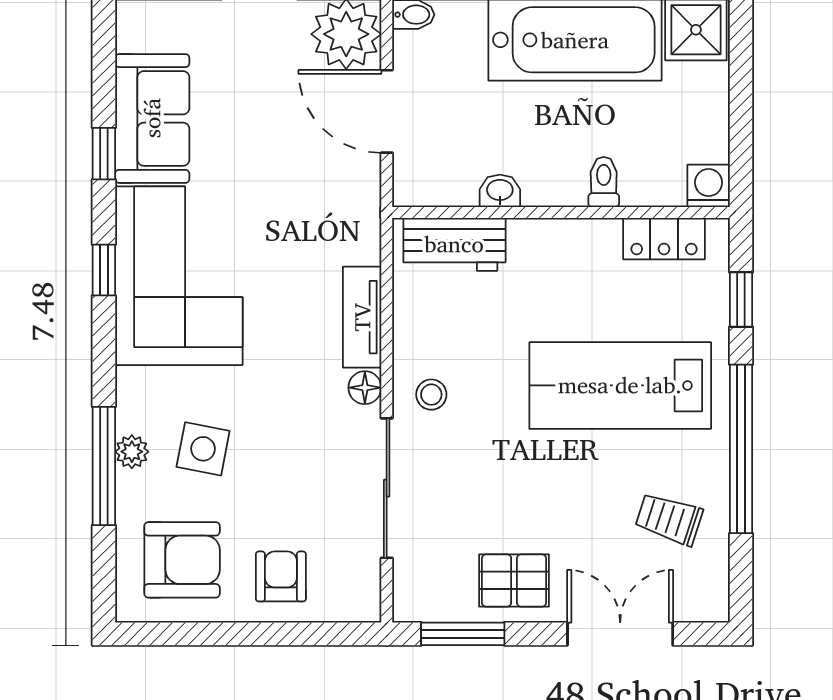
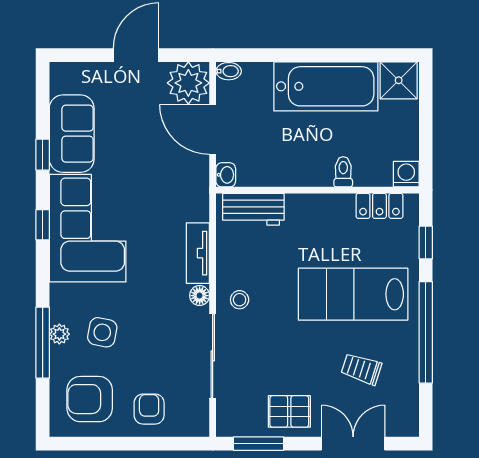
washbasin: (500, 191) -> (226, 175), moved, turned 90
trolley: (669, 519) -> (361, 369), moved
armchair: (182, 560) -> (90, 399), turned 180

